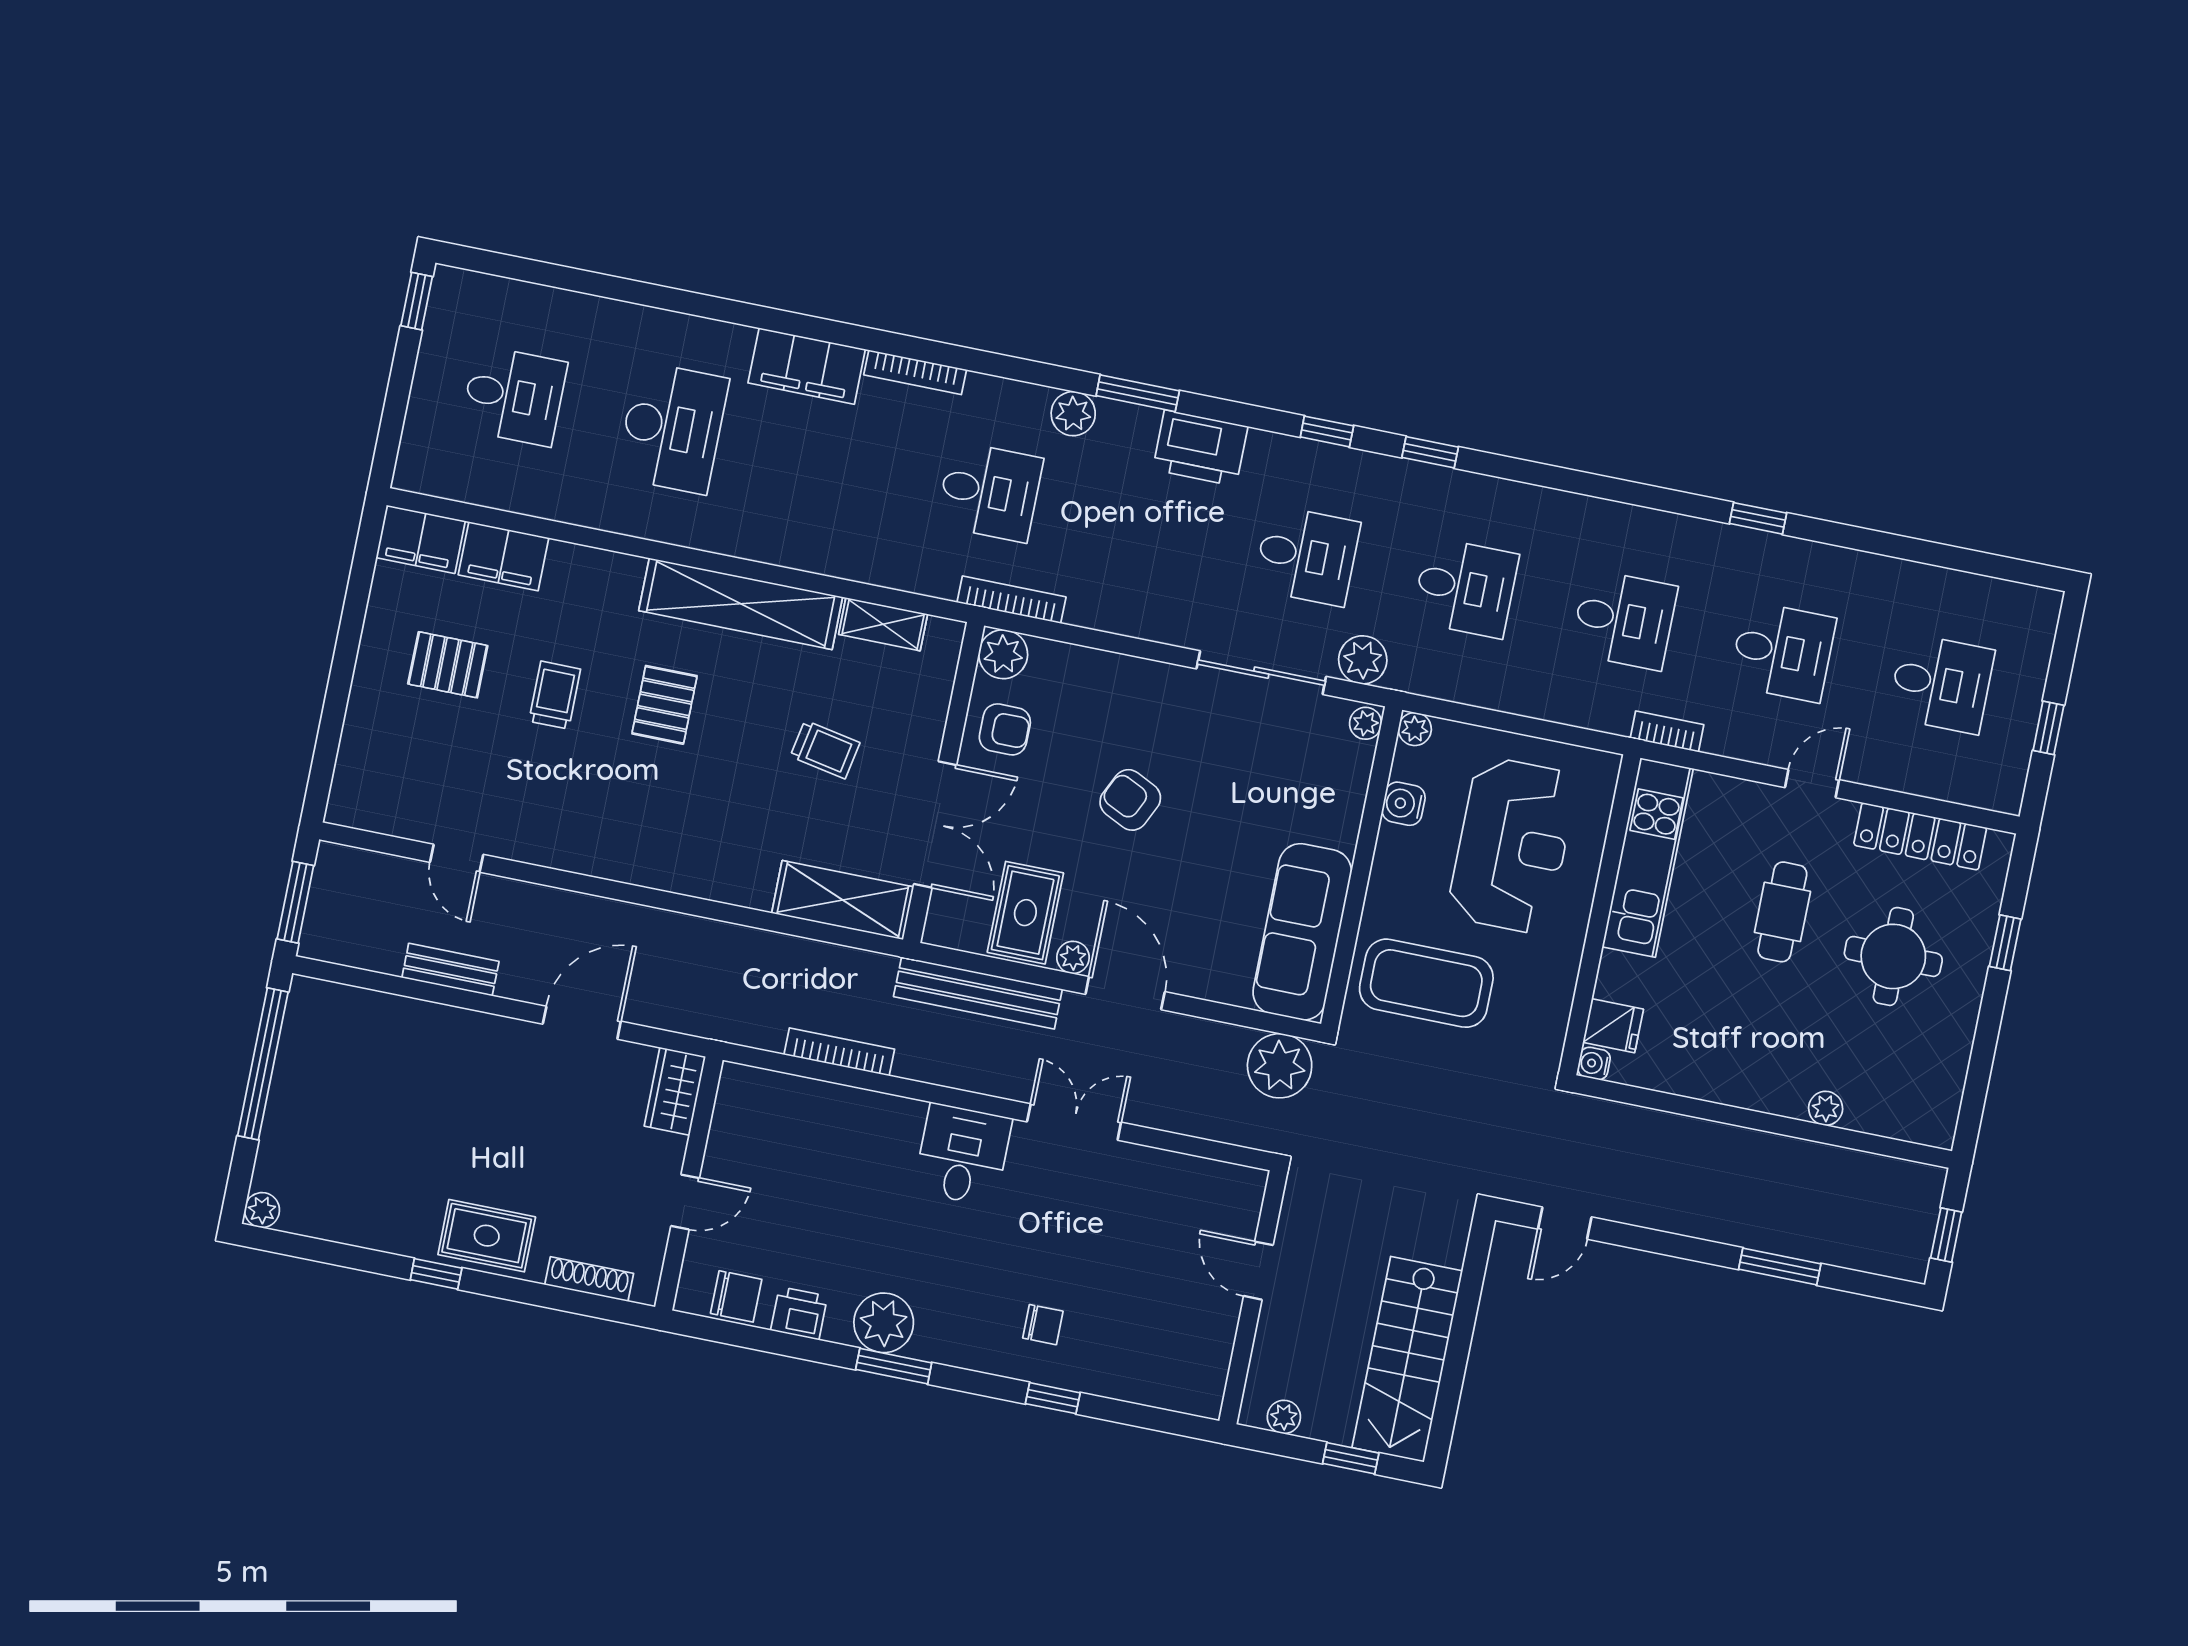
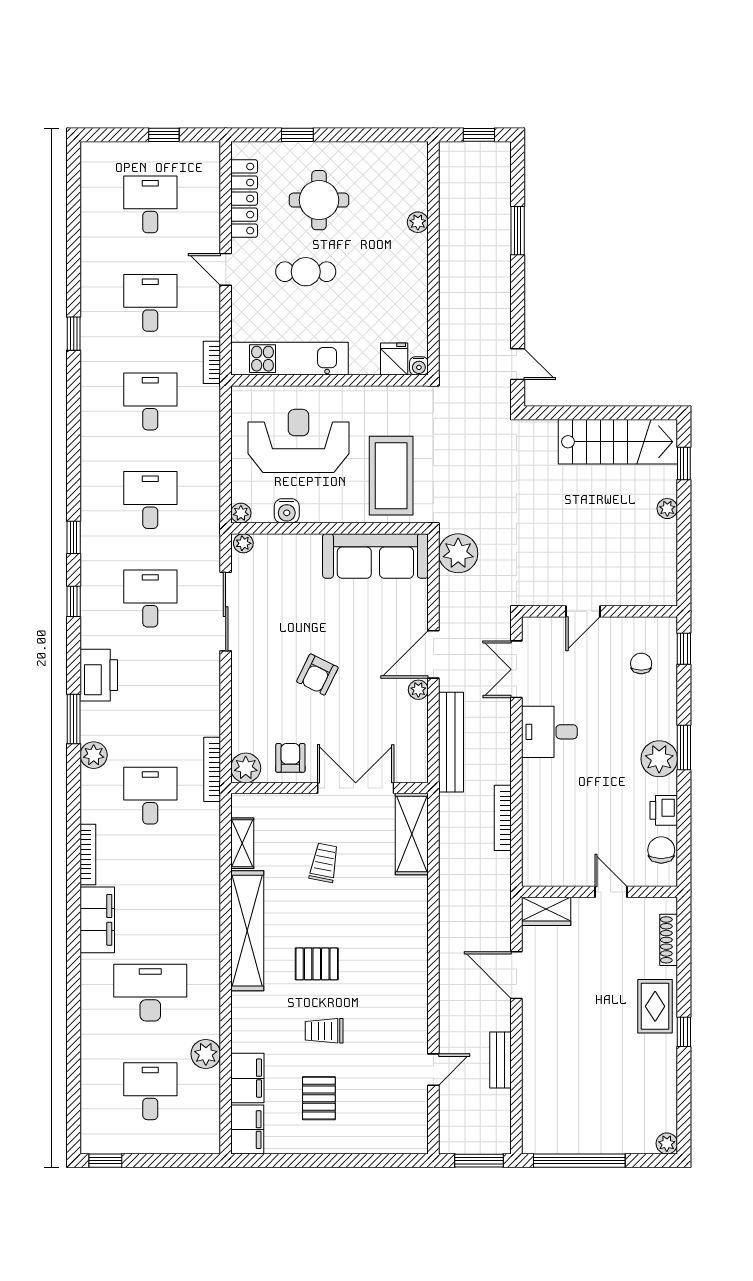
plant: (1363, 660) -> (206, 1054), moved
rug: (1025, 913) -> (397, 724), removed
door: (1258, 1271) -> (583, 611), moved
wall: (1253, 1297) -> (599, 611), moved

